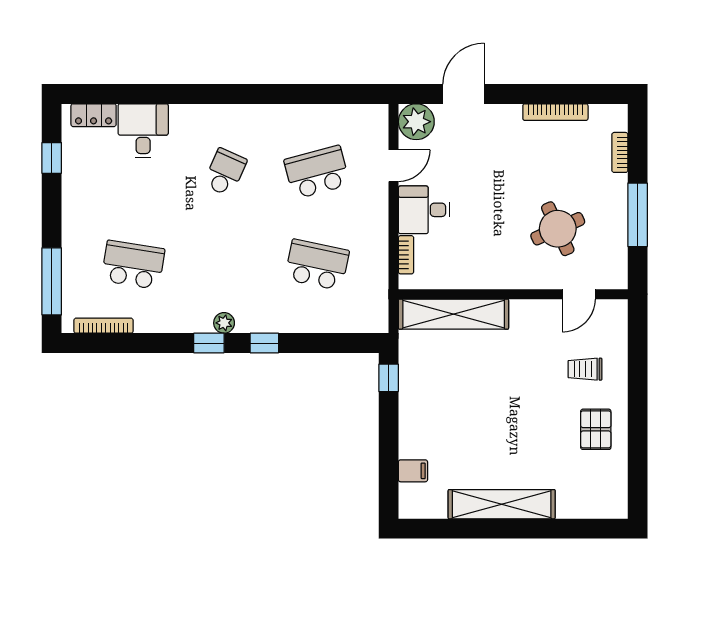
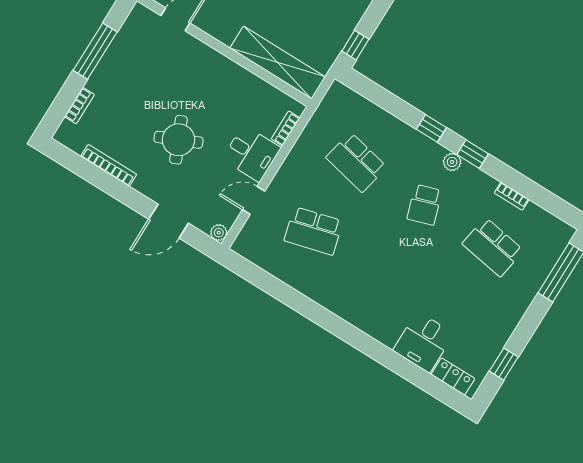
plant: (416, 122) -> (219, 233), width x0.53, depth x0.53
school desk: (225, 172) -> (425, 205), moved, turned -42
round table: (558, 229) -> (178, 140), moved
bookcase: (104, 326) -> (512, 196), moved, width x0.64

